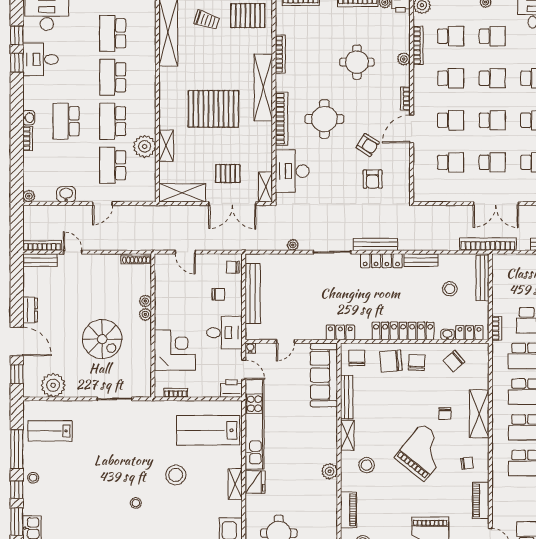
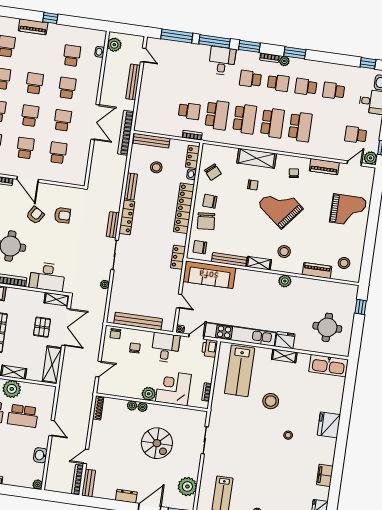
bench: (376, 244) -> (113, 225), width x0.73
plant: (163, 320) -> (149, 394), added
spiral stairs: (102, 339) -> (157, 443), turned 90

